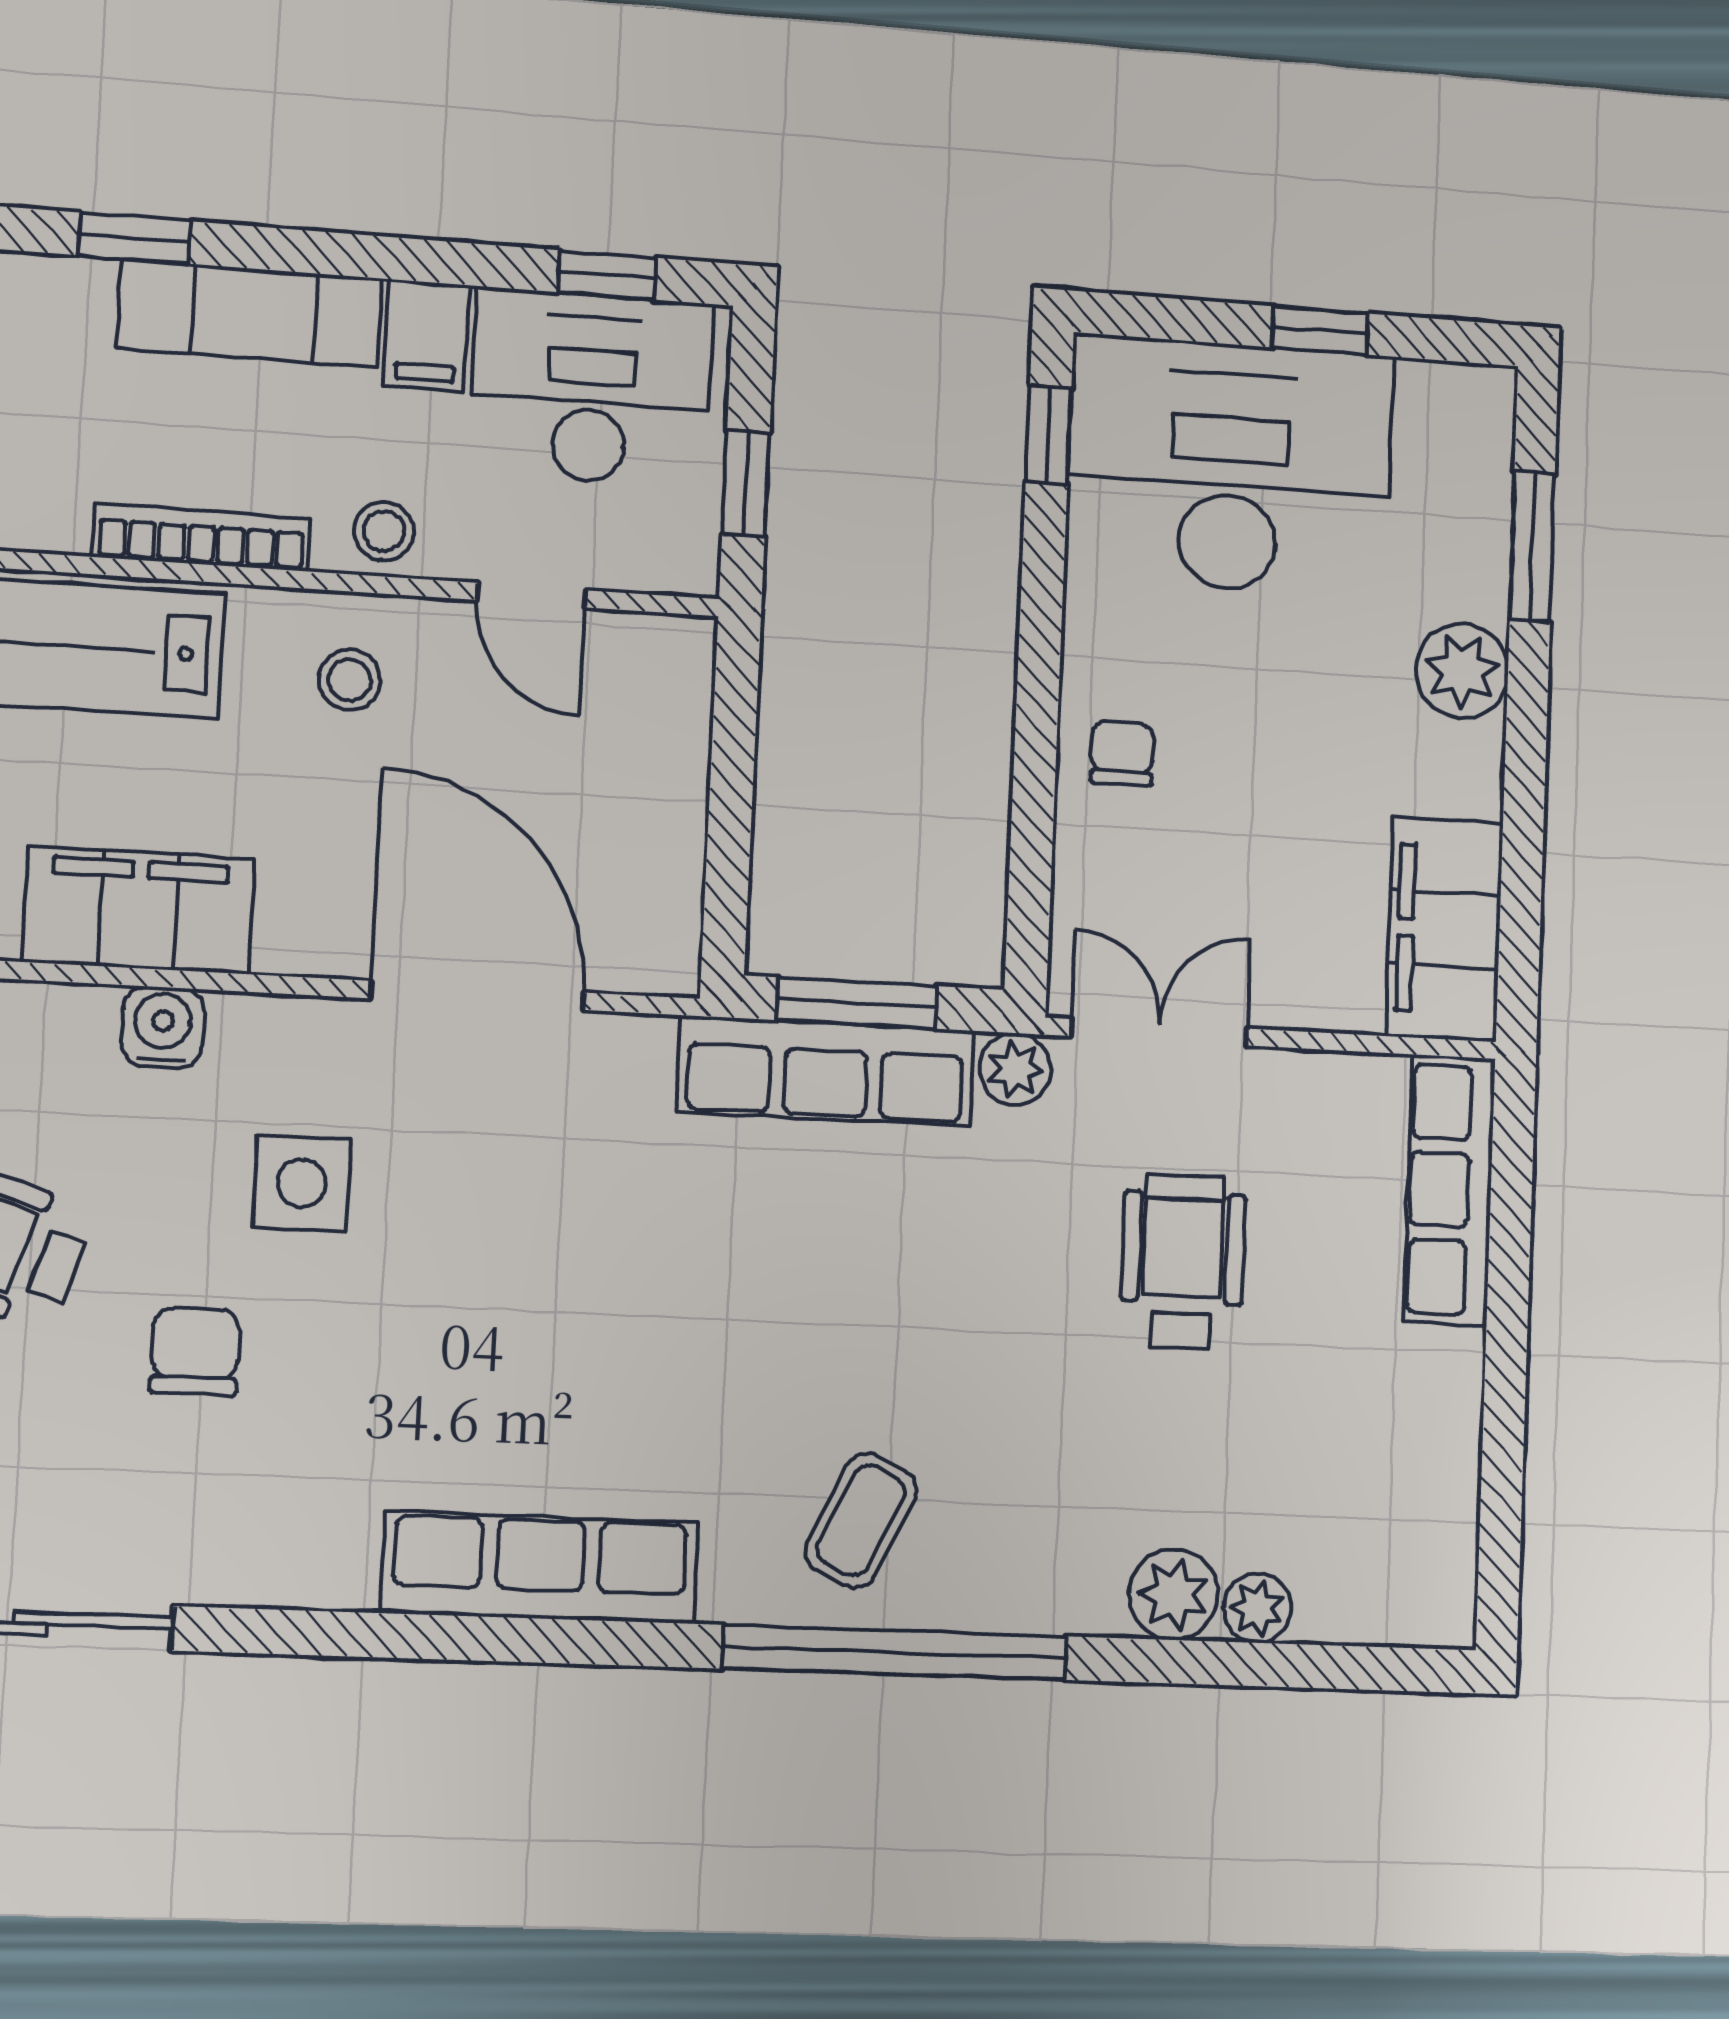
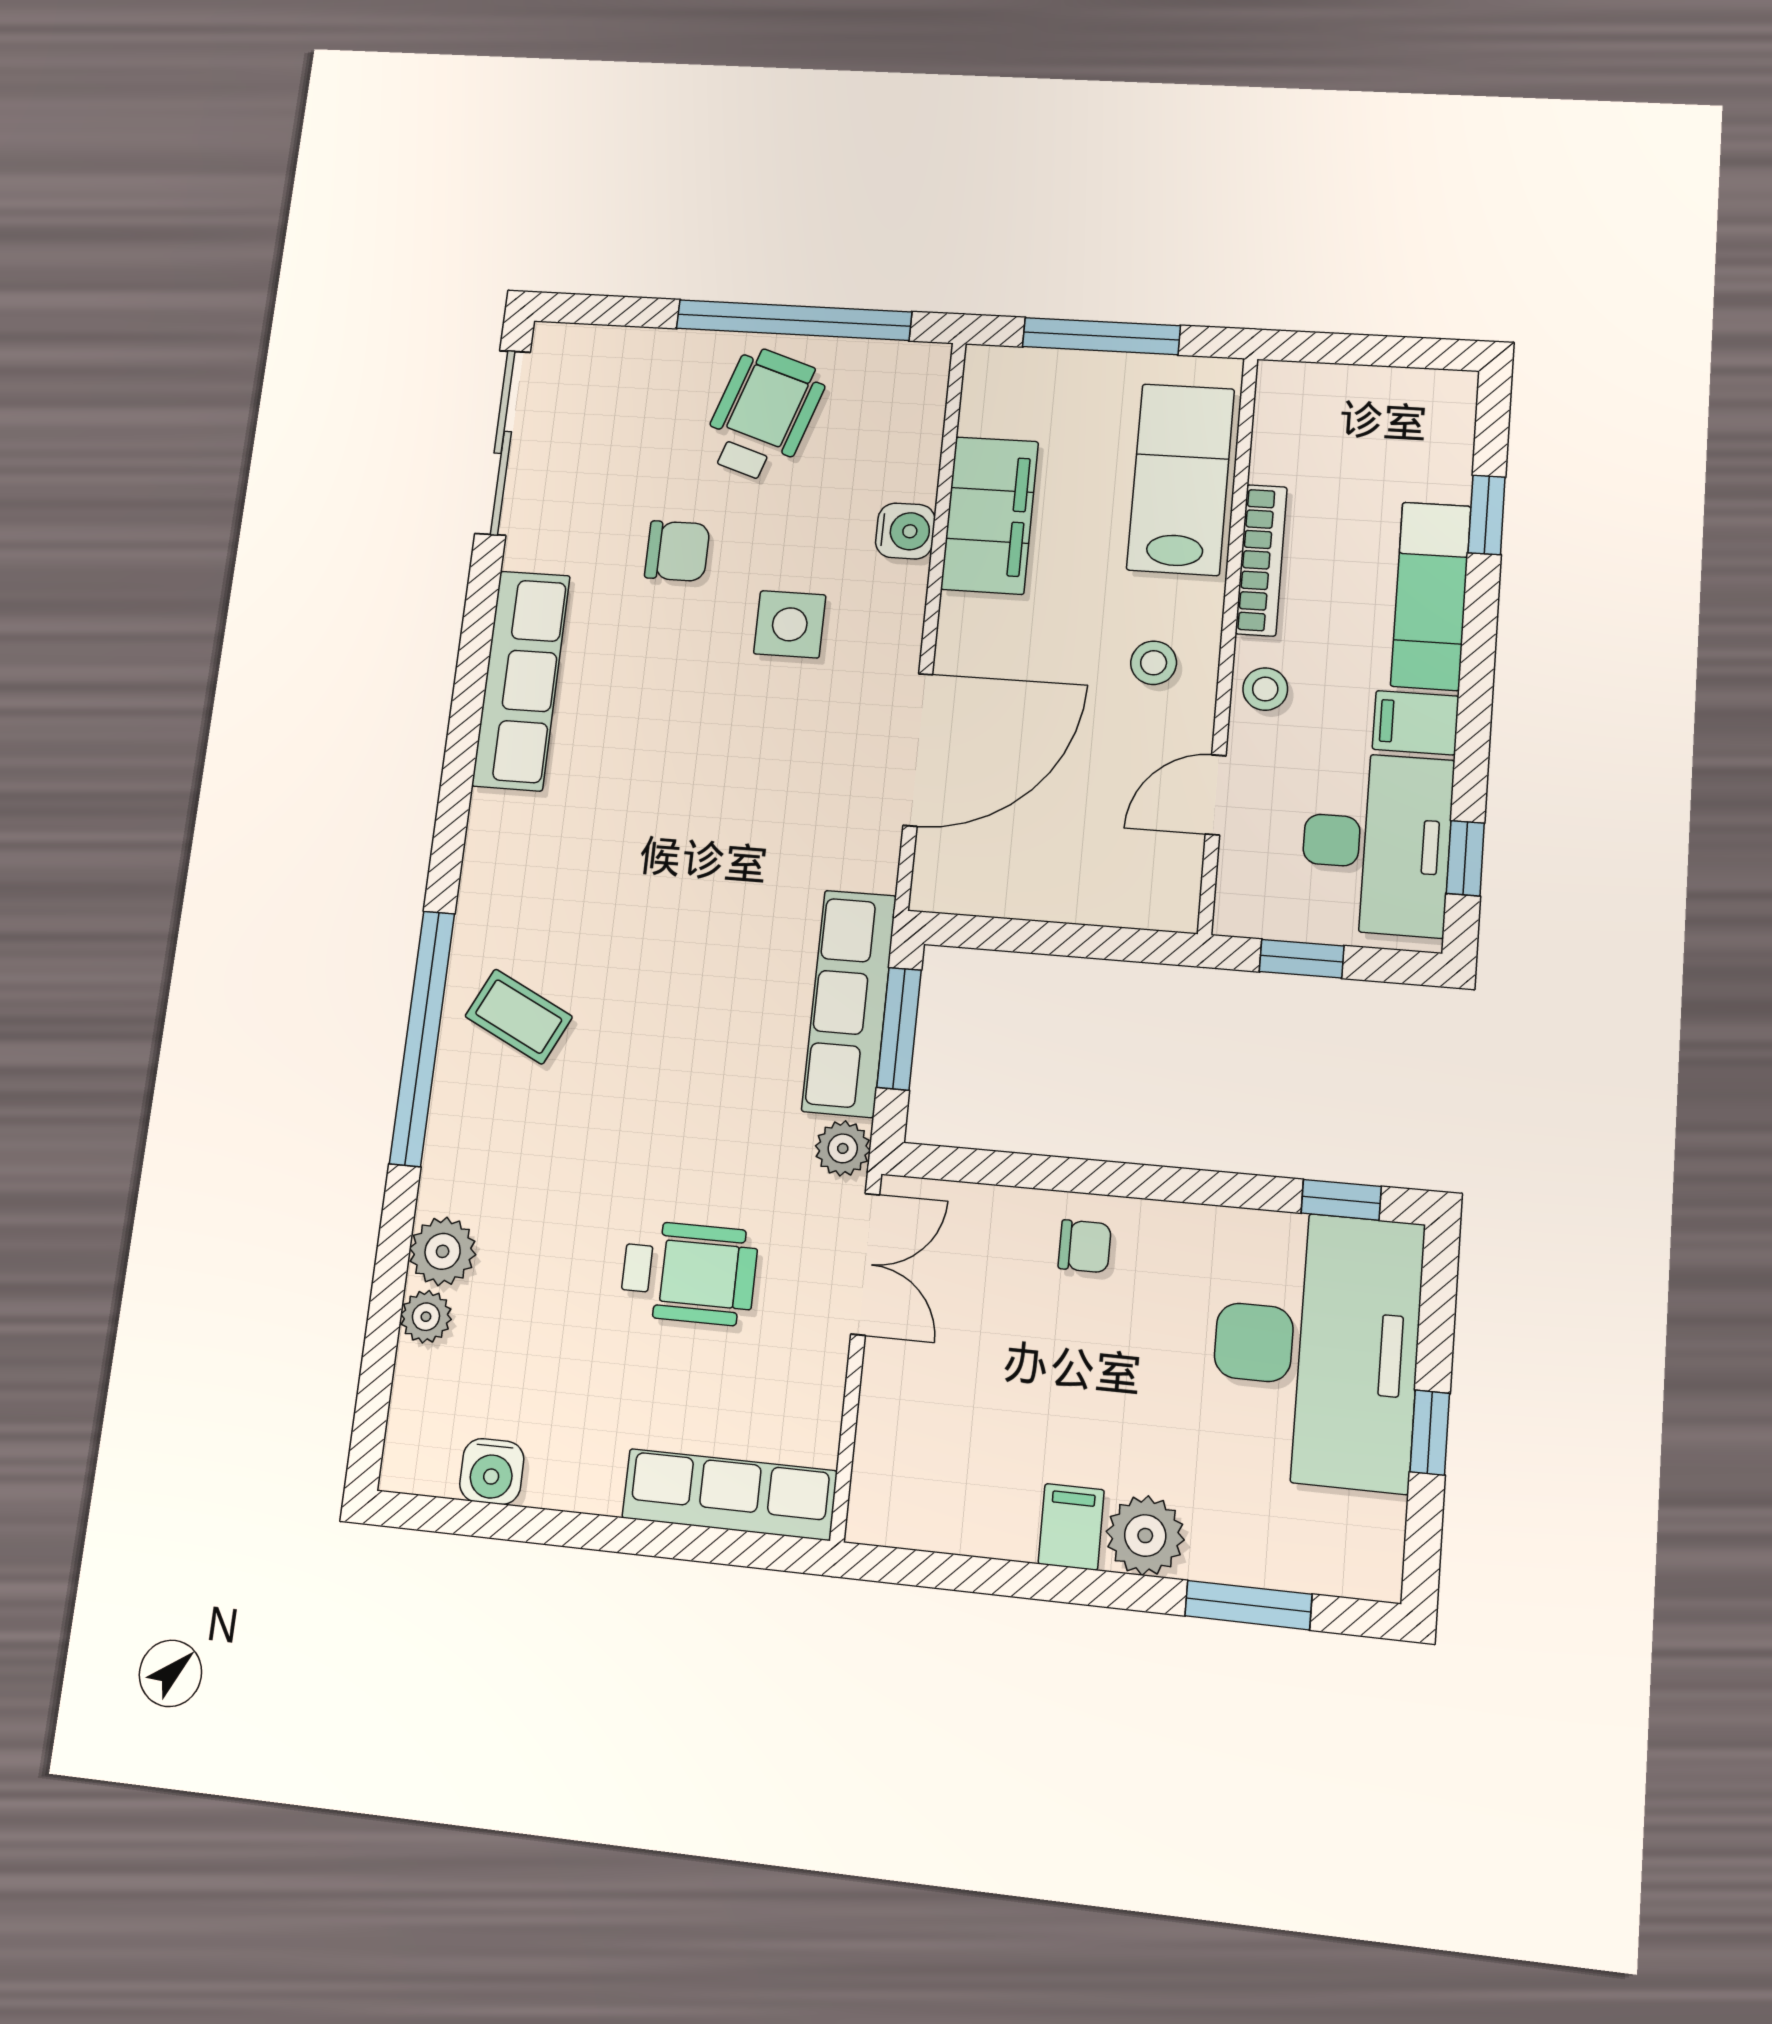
filing cabinet: (1445, 930) -> (1071, 1527), moved, width x0.33, depth x0.86
water cooler: (1442, 1500) -> (492, 1471), added
row of seats: (540, 1567) -> (521, 680), moved

